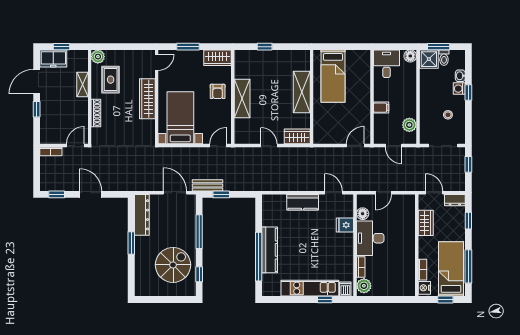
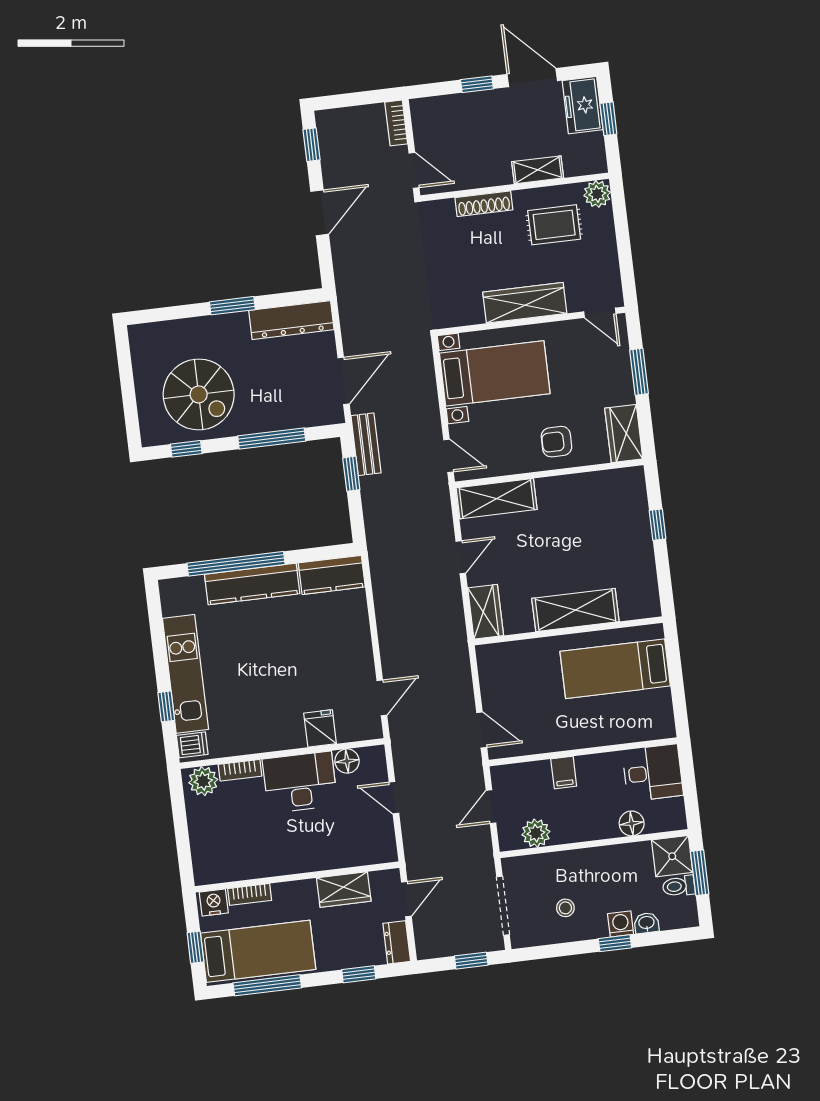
floor lamp: (410, 56) -> (632, 823), moved
shelving: (242, 98) -> (497, 499), moved
kitchen counter: (303, 202) -> (332, 575), moved, turned -90

